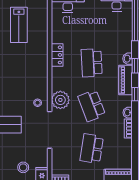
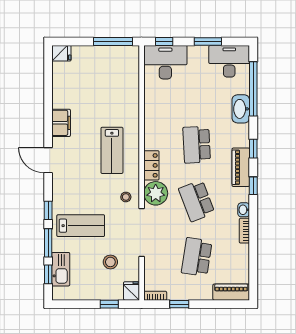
lab bench: (19, 25) -> (112, 150), moved
locker: (57, 55) -> (151, 165), moved
washbasin: (127, 59) -> (241, 109), moved, width x1.91, depth x1.45
stool: (23, 167) -> (110, 262), moved

